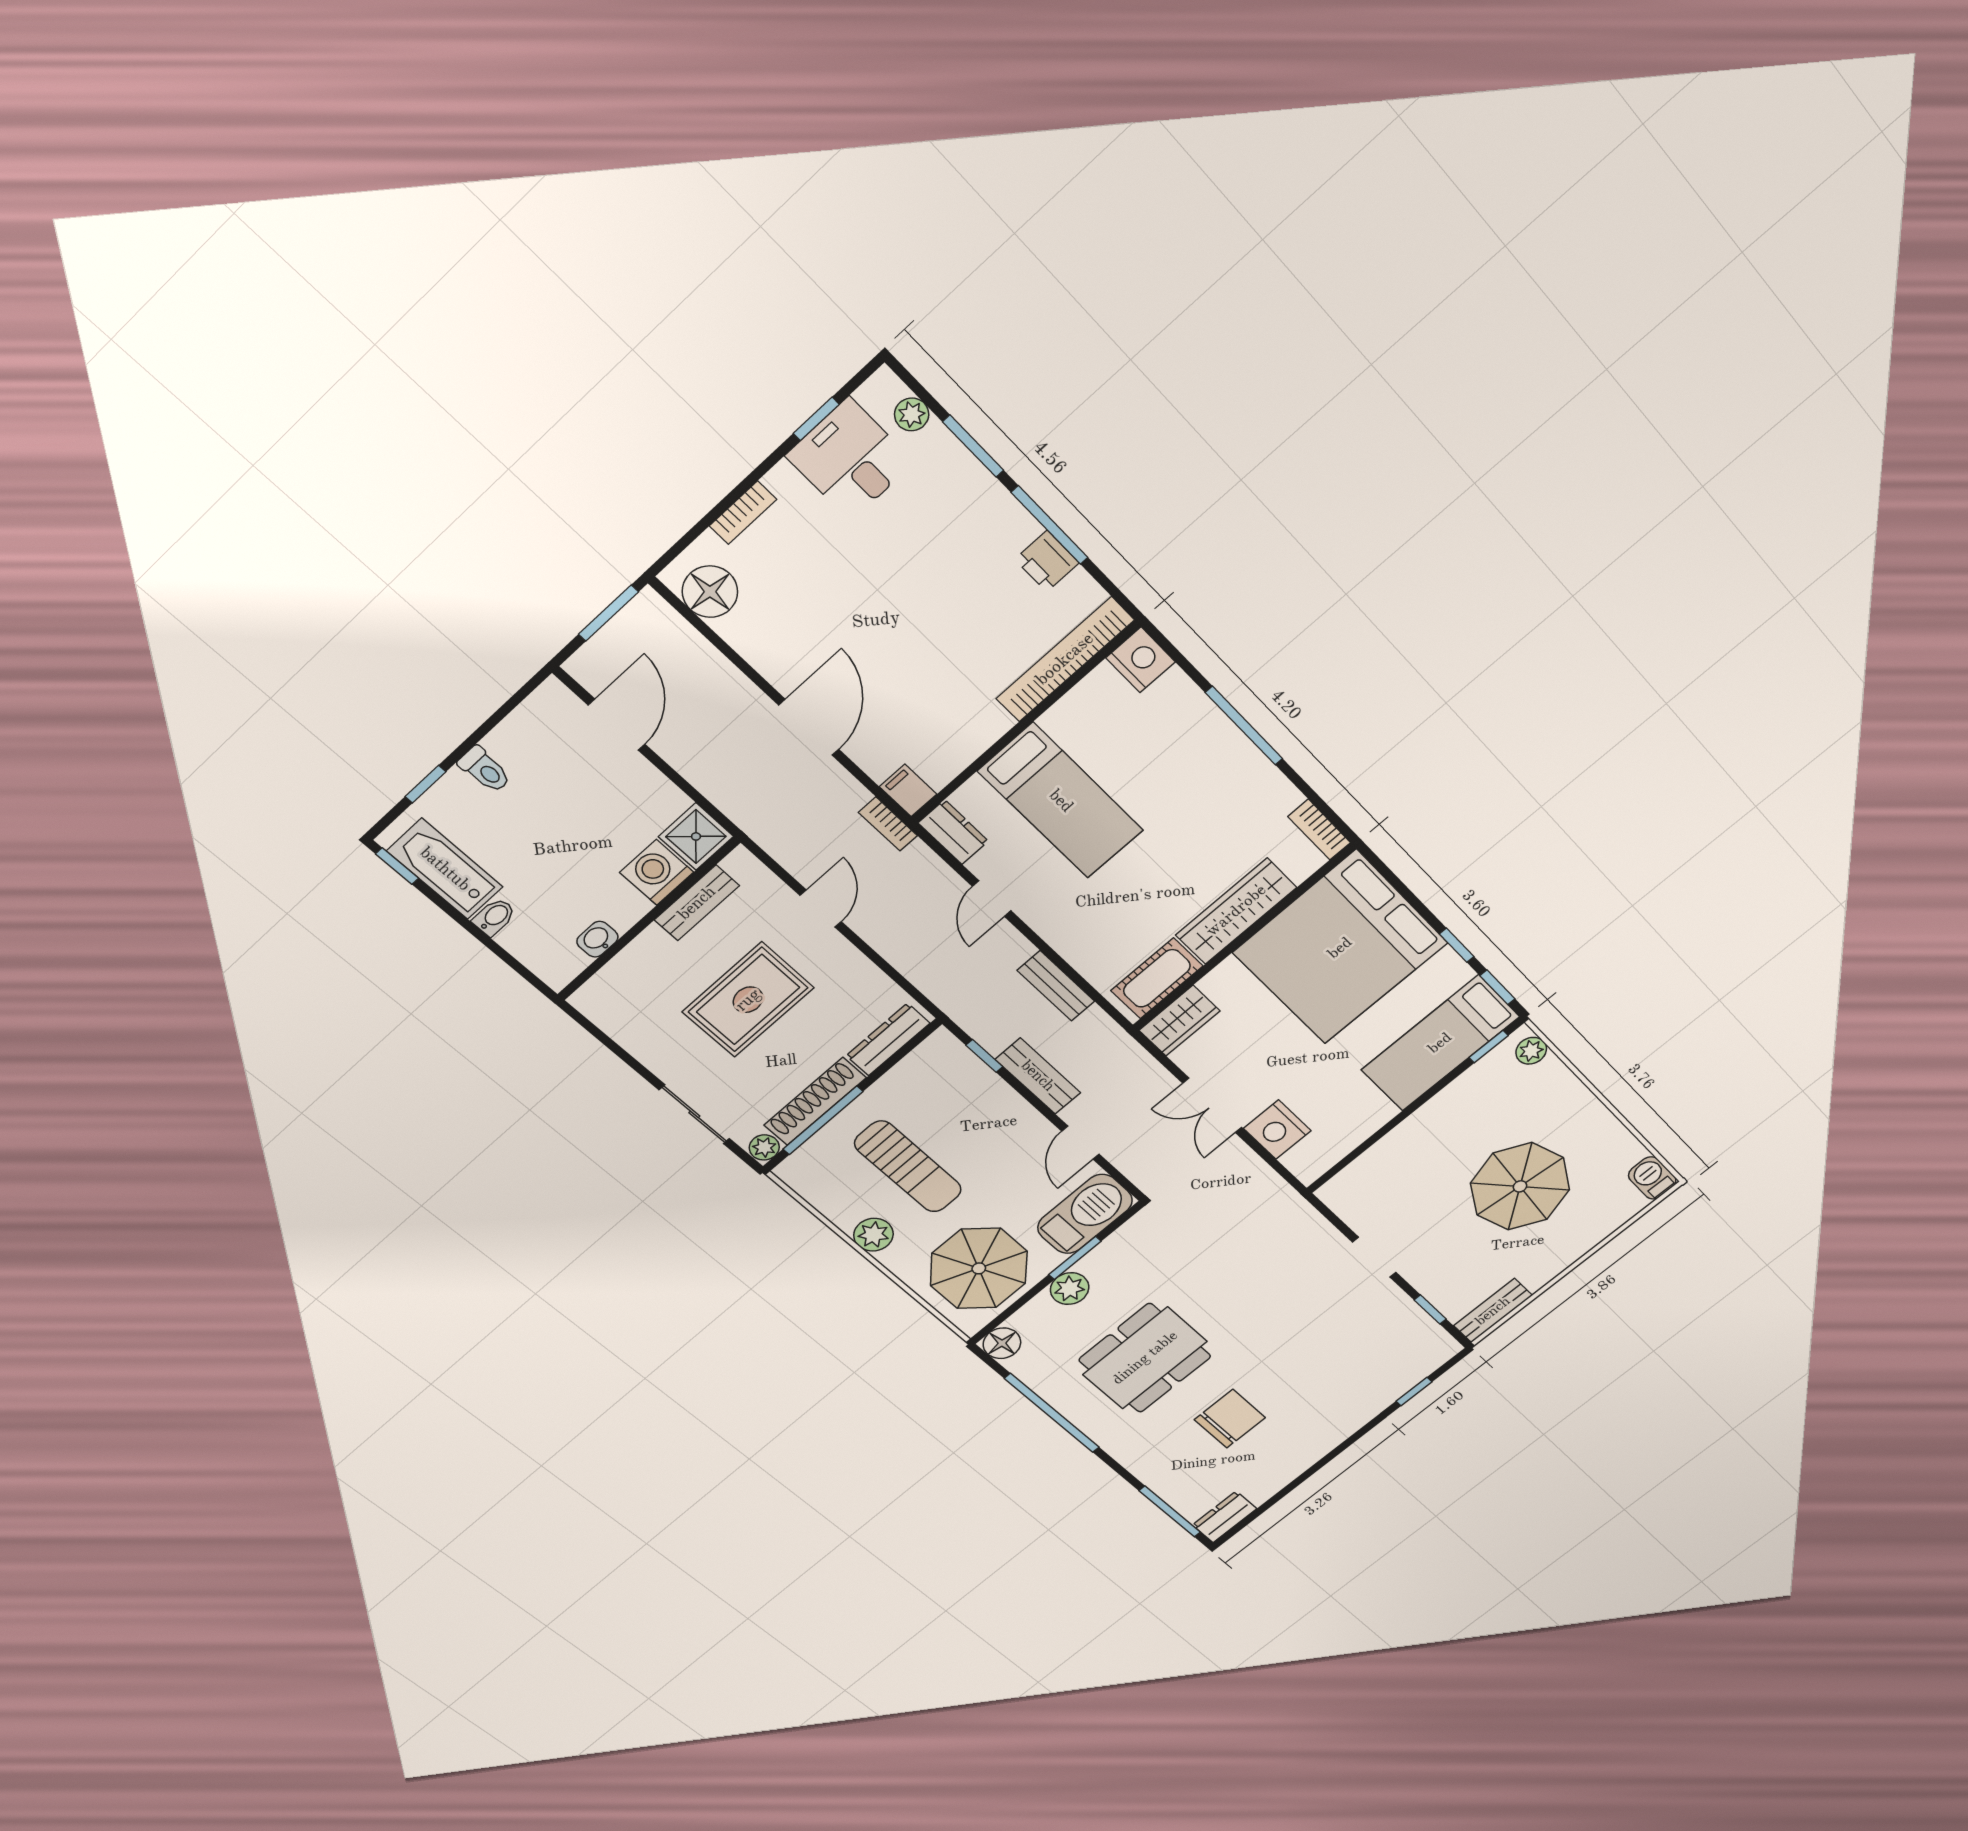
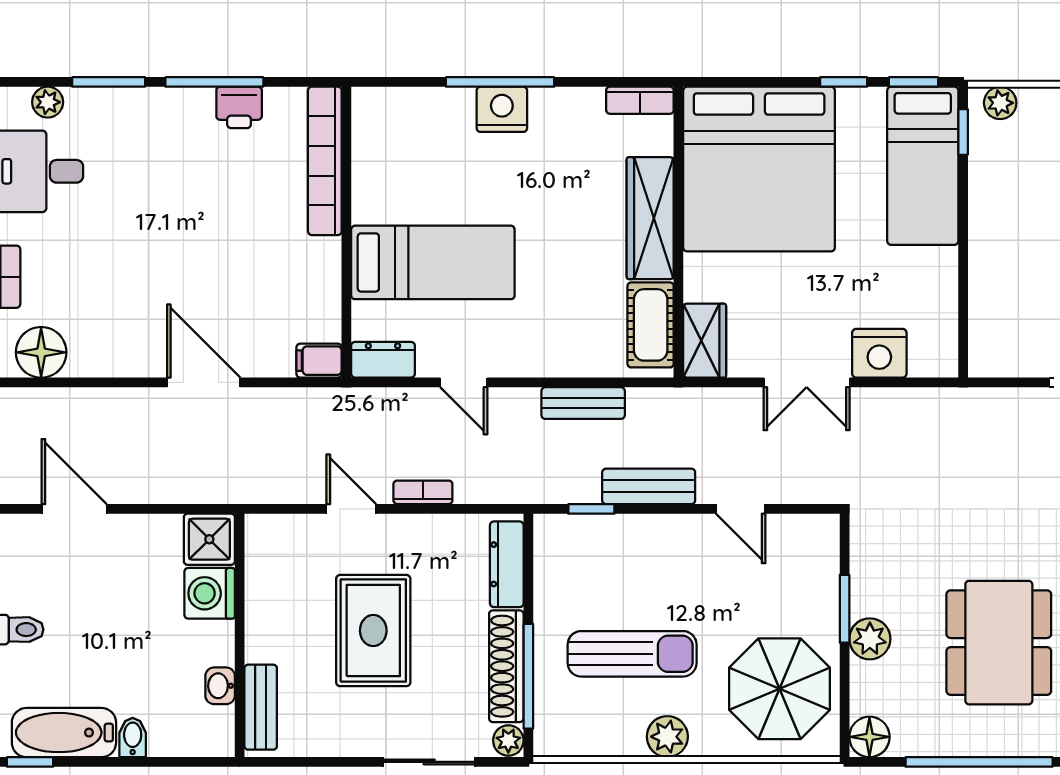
nightstand: (1141, 660) -> (502, 109), moved
bookcase: (888, 824) -> (423, 492), moved, turned 180
bench: (697, 903) -> (261, 707), moved
barbecue: (1085, 1214) -> (811, 564), removed

